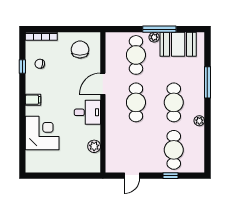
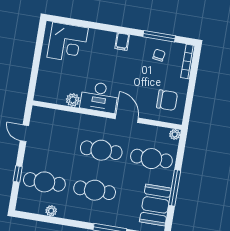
plant: (154, 37) -> (175, 134), moved
window: (22, 67) -> (159, 36), width x2.17
desk: (87, 112) -> (99, 97), width x1.37
plant: (199, 121) -> (51, 211), moved
corner desk: (42, 133) -> (68, 43), moved
plant: (94, 146) -> (73, 100), moved

